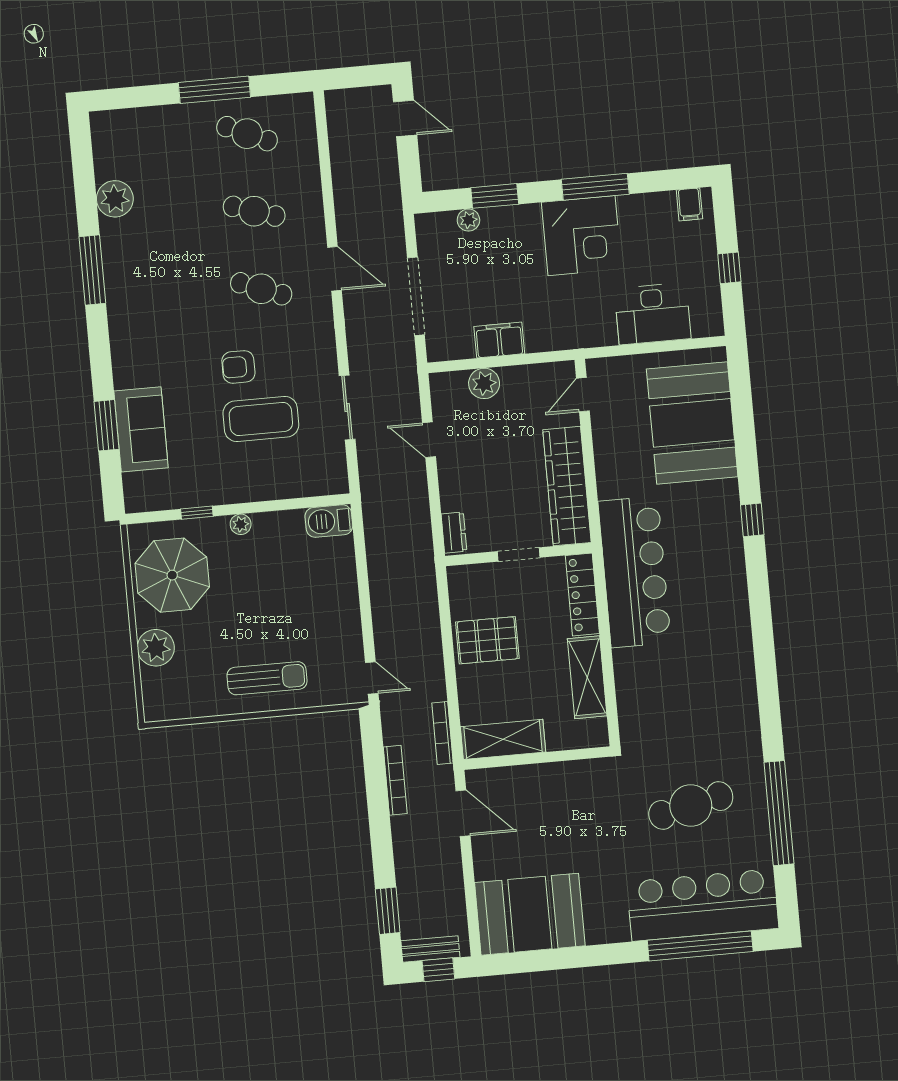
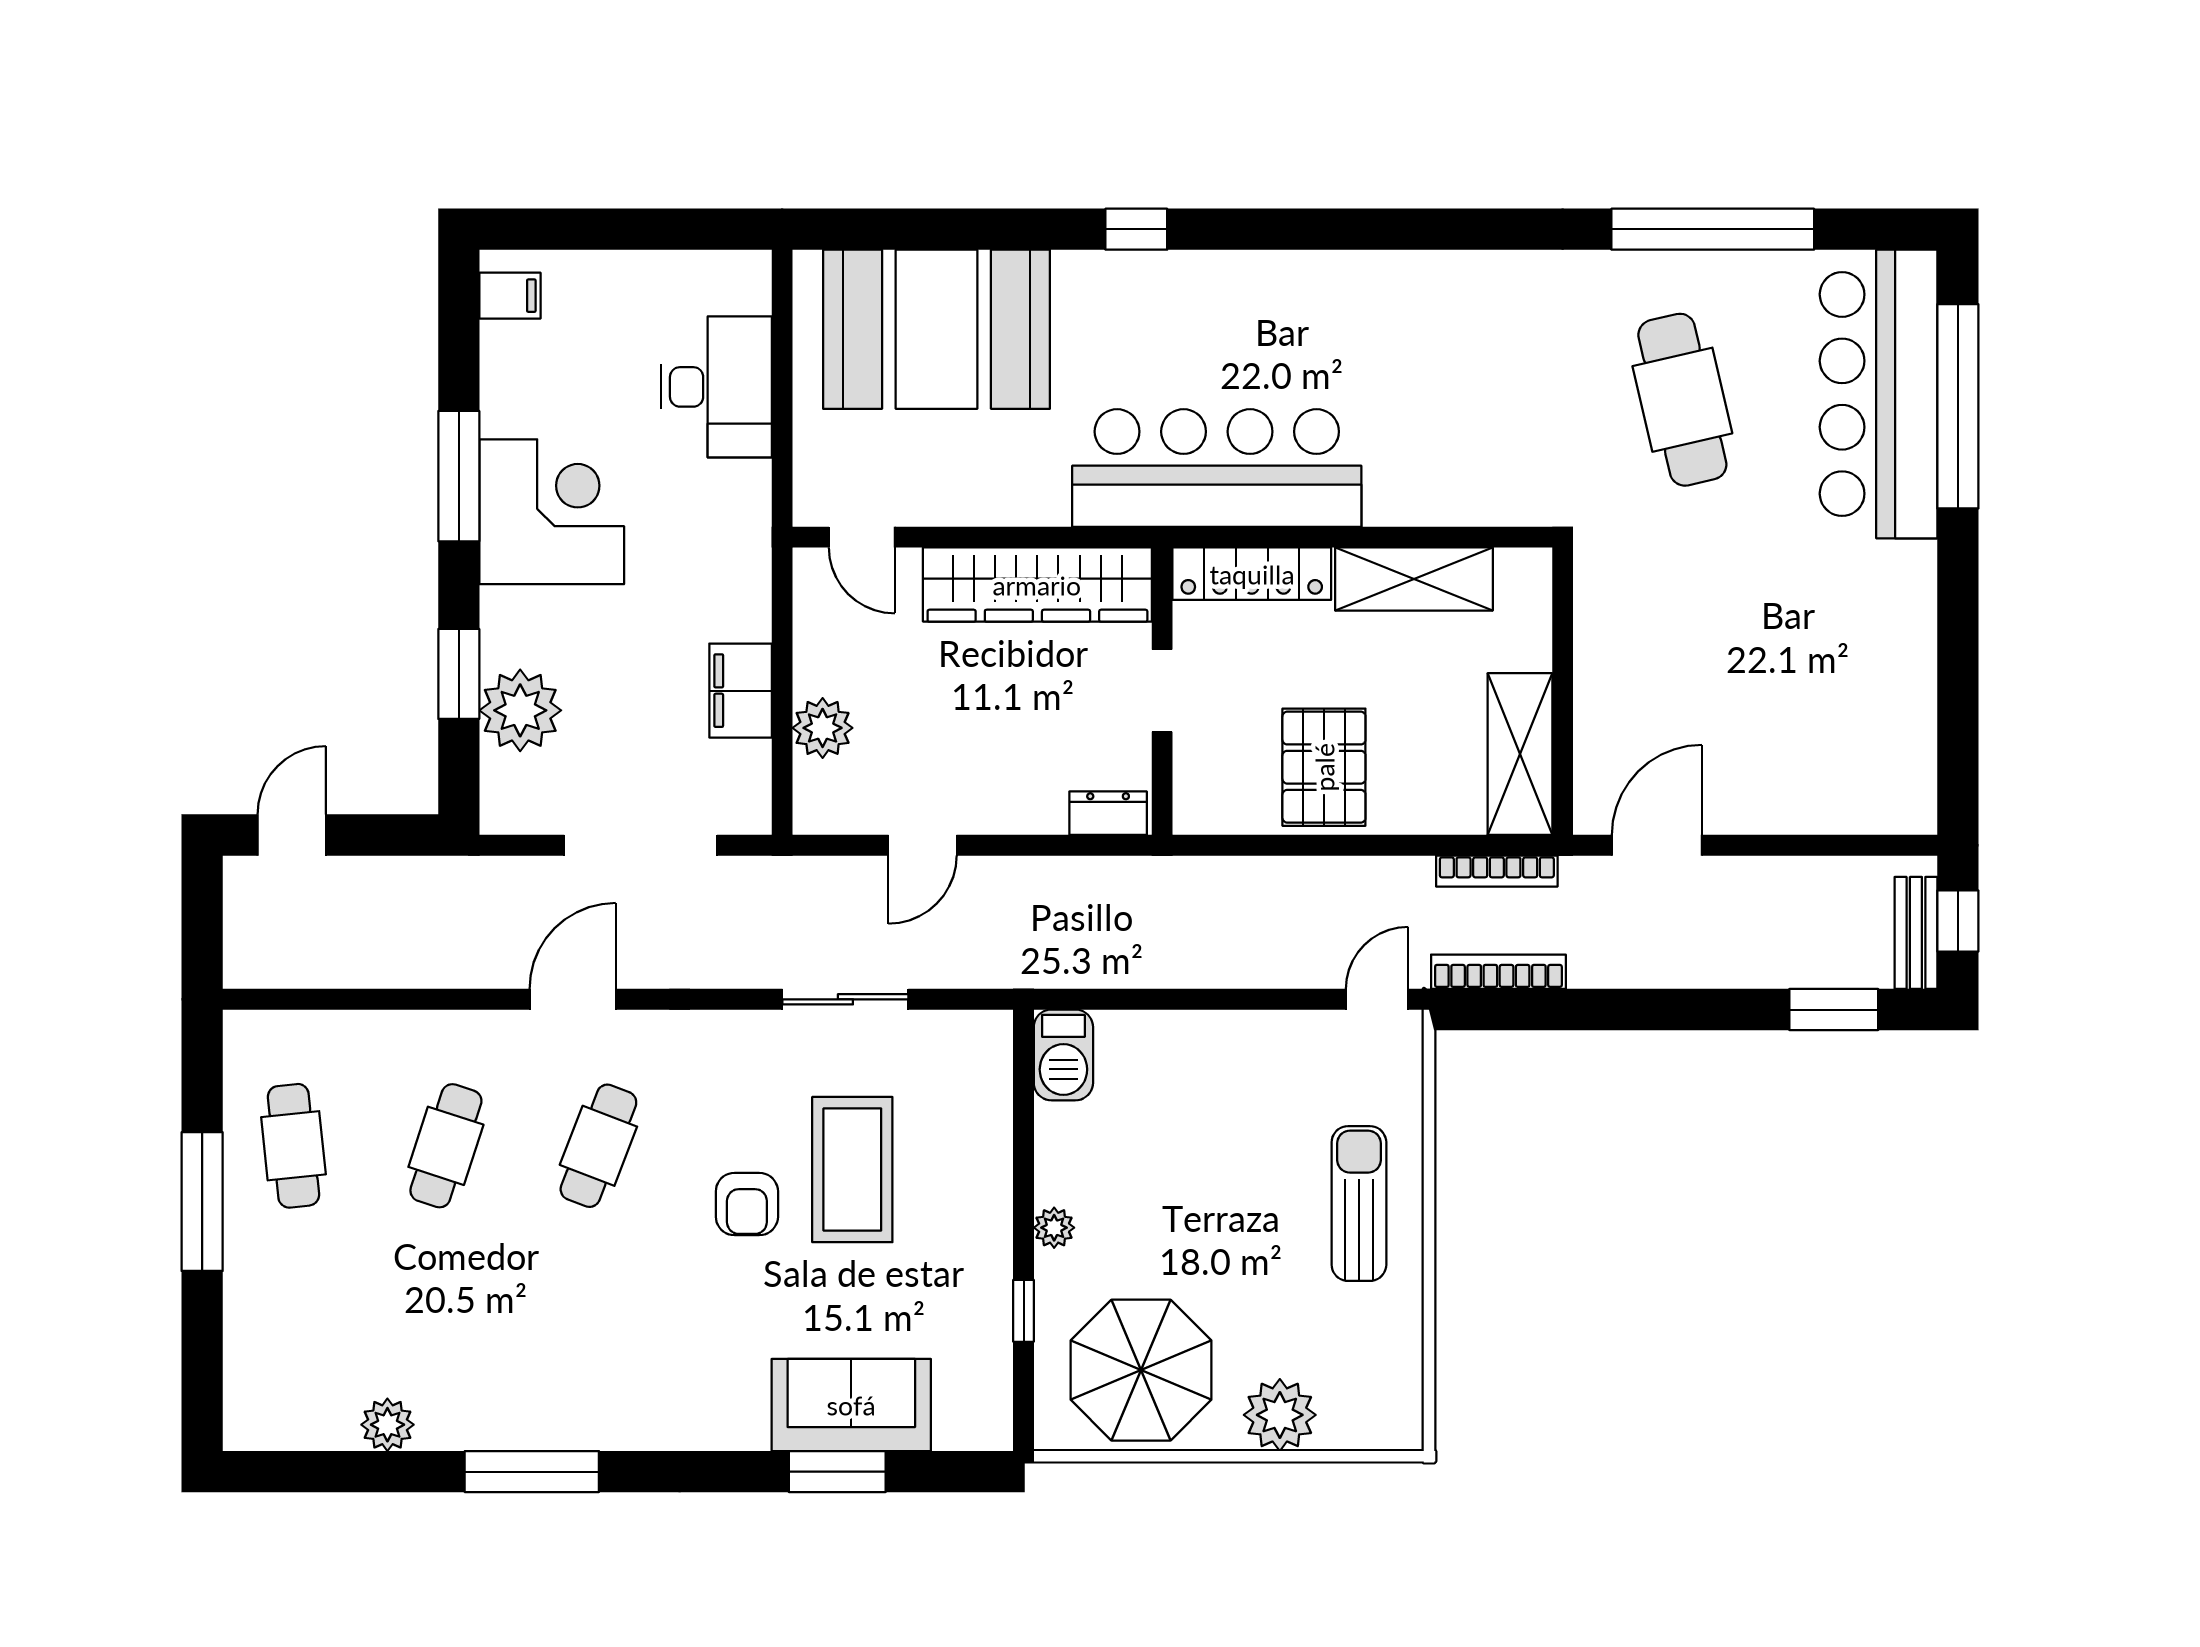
cafe table: (247, 134) -> (293, 1146), turned -30
plant: (115, 199) -> (387, 1425), width x0.73, depth x0.73
plant: (468, 220) -> (520, 710), width x1.88, depth x1.88
window: (729, 268) -> (641, 229), removed
bookcase: (395, 780) -> (1498, 972), moved
booth: (530, 914) -> (1866, 733), removed

